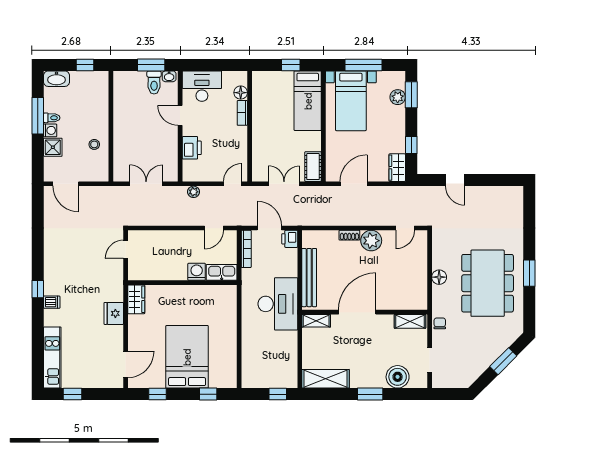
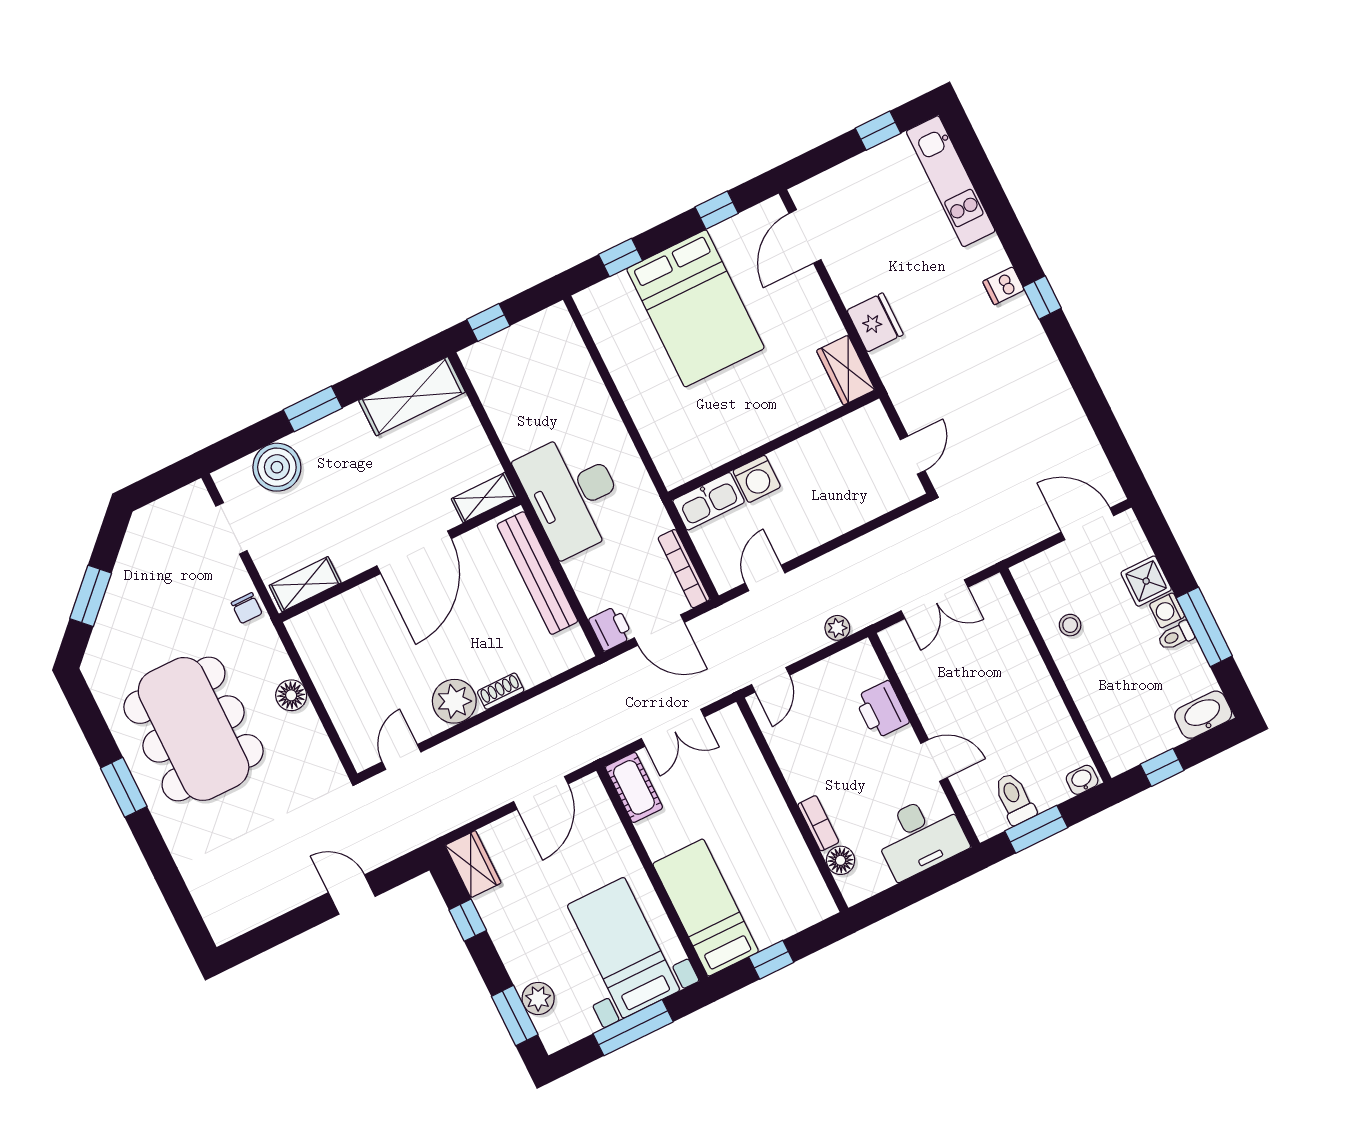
washbasin: (169, 76) -> (1082, 780), moved

